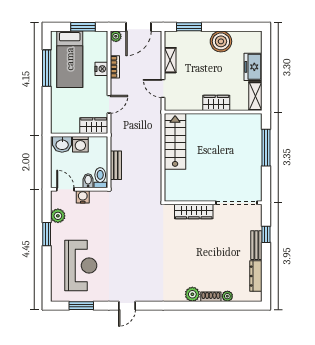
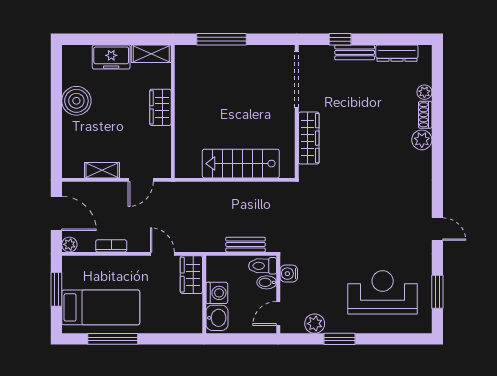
window: (189, 27) -> (56, 144), removed
nightstand: (101, 69) -> (114, 264), removed
stairs: (175, 141) -> (241, 164), moved
water cooler: (83, 197) -> (289, 274), moved

